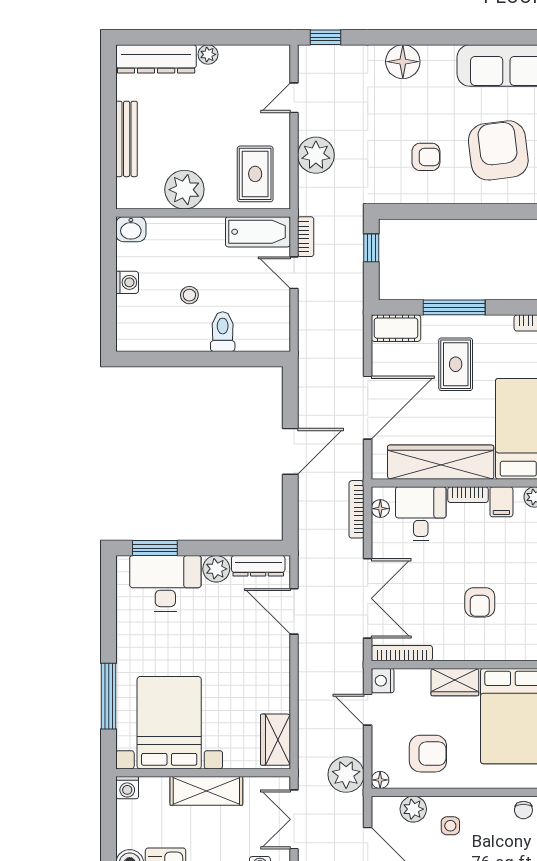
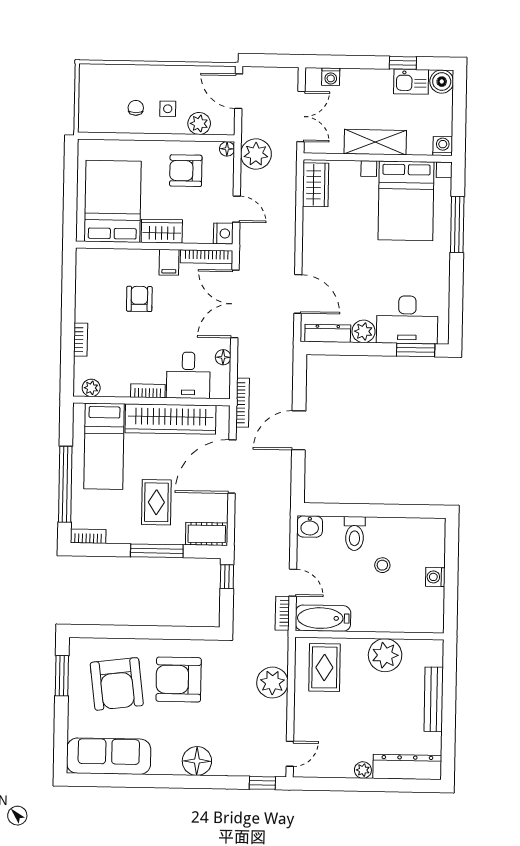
door: (294, 98) -> (290, 754), moved
armchair: (426, 157) -> (179, 679), width x1.88, depth x1.88
washbasin: (131, 229) -> (310, 526), moved, turned 180
window: (371, 248) -> (227, 577), moved
filing cabinet: (501, 502) -> (169, 262), moved, turned 180
bookcase: (357, 509) -> (243, 403), moved
floor lamp: (380, 509) -> (223, 357), moved
chair: (523, 810) -> (136, 108), moved

